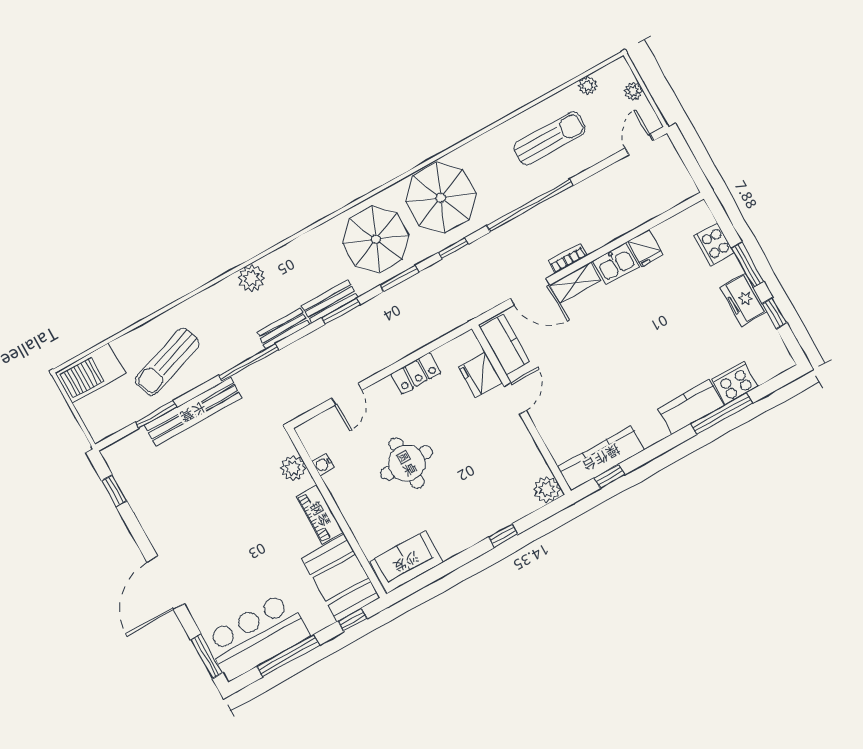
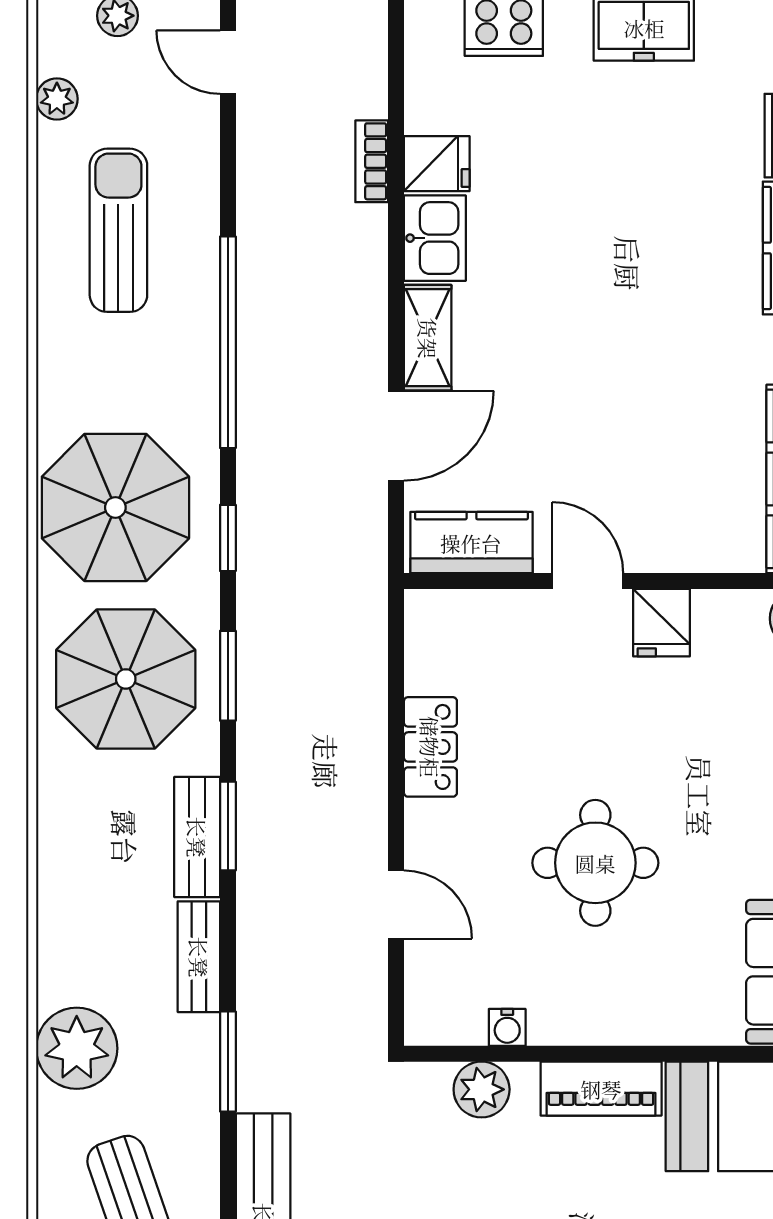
bookcase: (567, 258) -> (372, 161), moved
plant: (252, 278) -> (77, 1048), moved, width x1.36, depth x1.36
window: (249, 363) -> (228, 1061), width x0.69
fridge: (480, 375) -> (662, 623), moved, width x0.72

